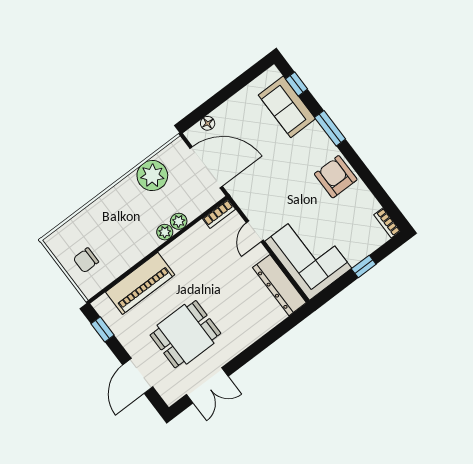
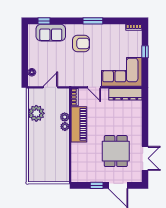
window: (330, 128) -> (93, 21), moved
door: (206, 167) -> (50, 87), width x0.53
armchair: (336, 177) -> (81, 43), moved, turned 180
chair: (86, 260) -> (51, 170), removed
piano: (140, 283) -> (79, 124), moved
window: (102, 329) -> (97, 185), moved

